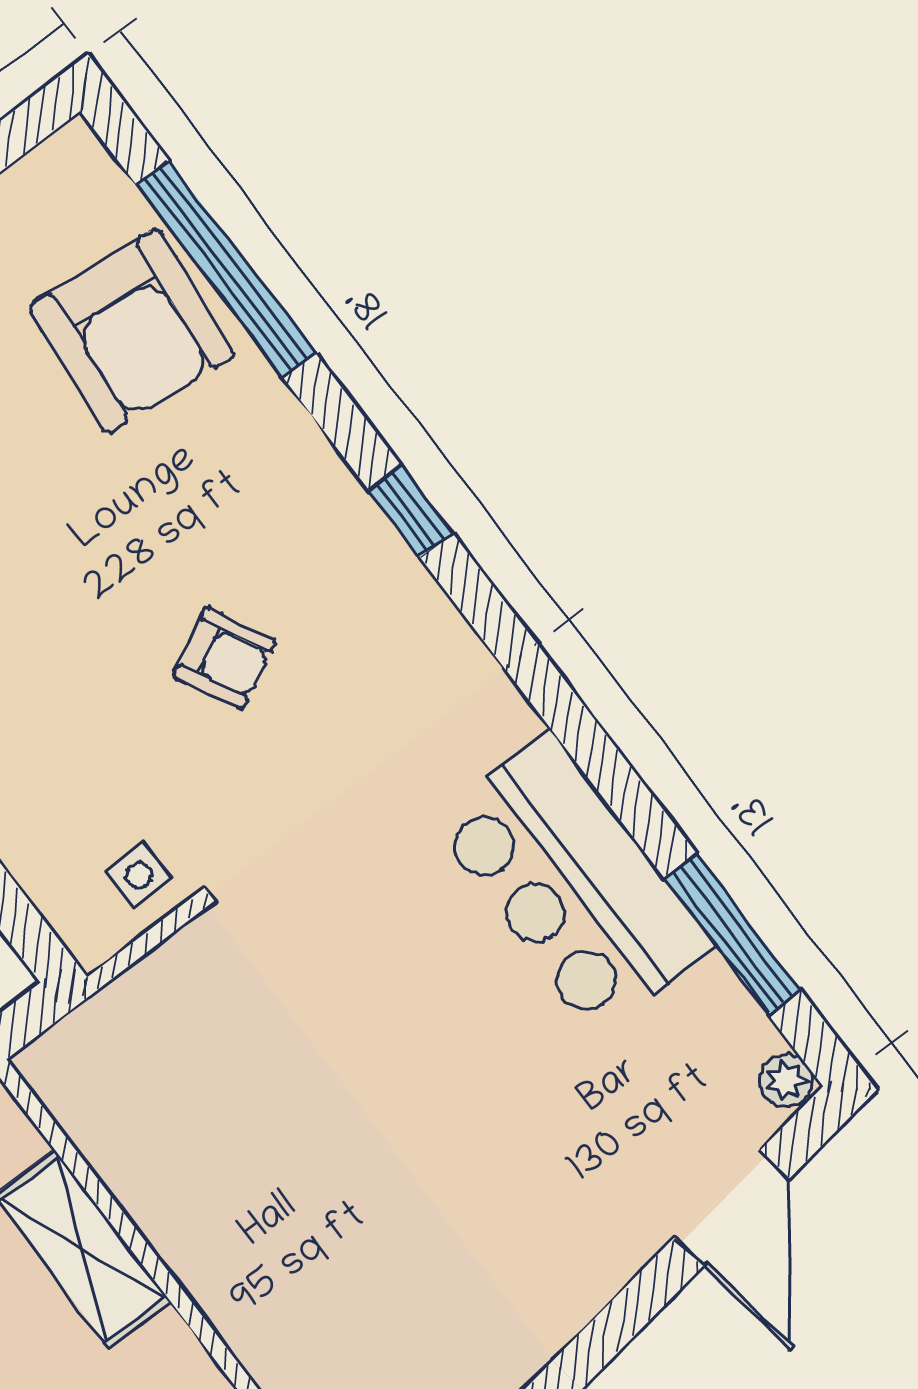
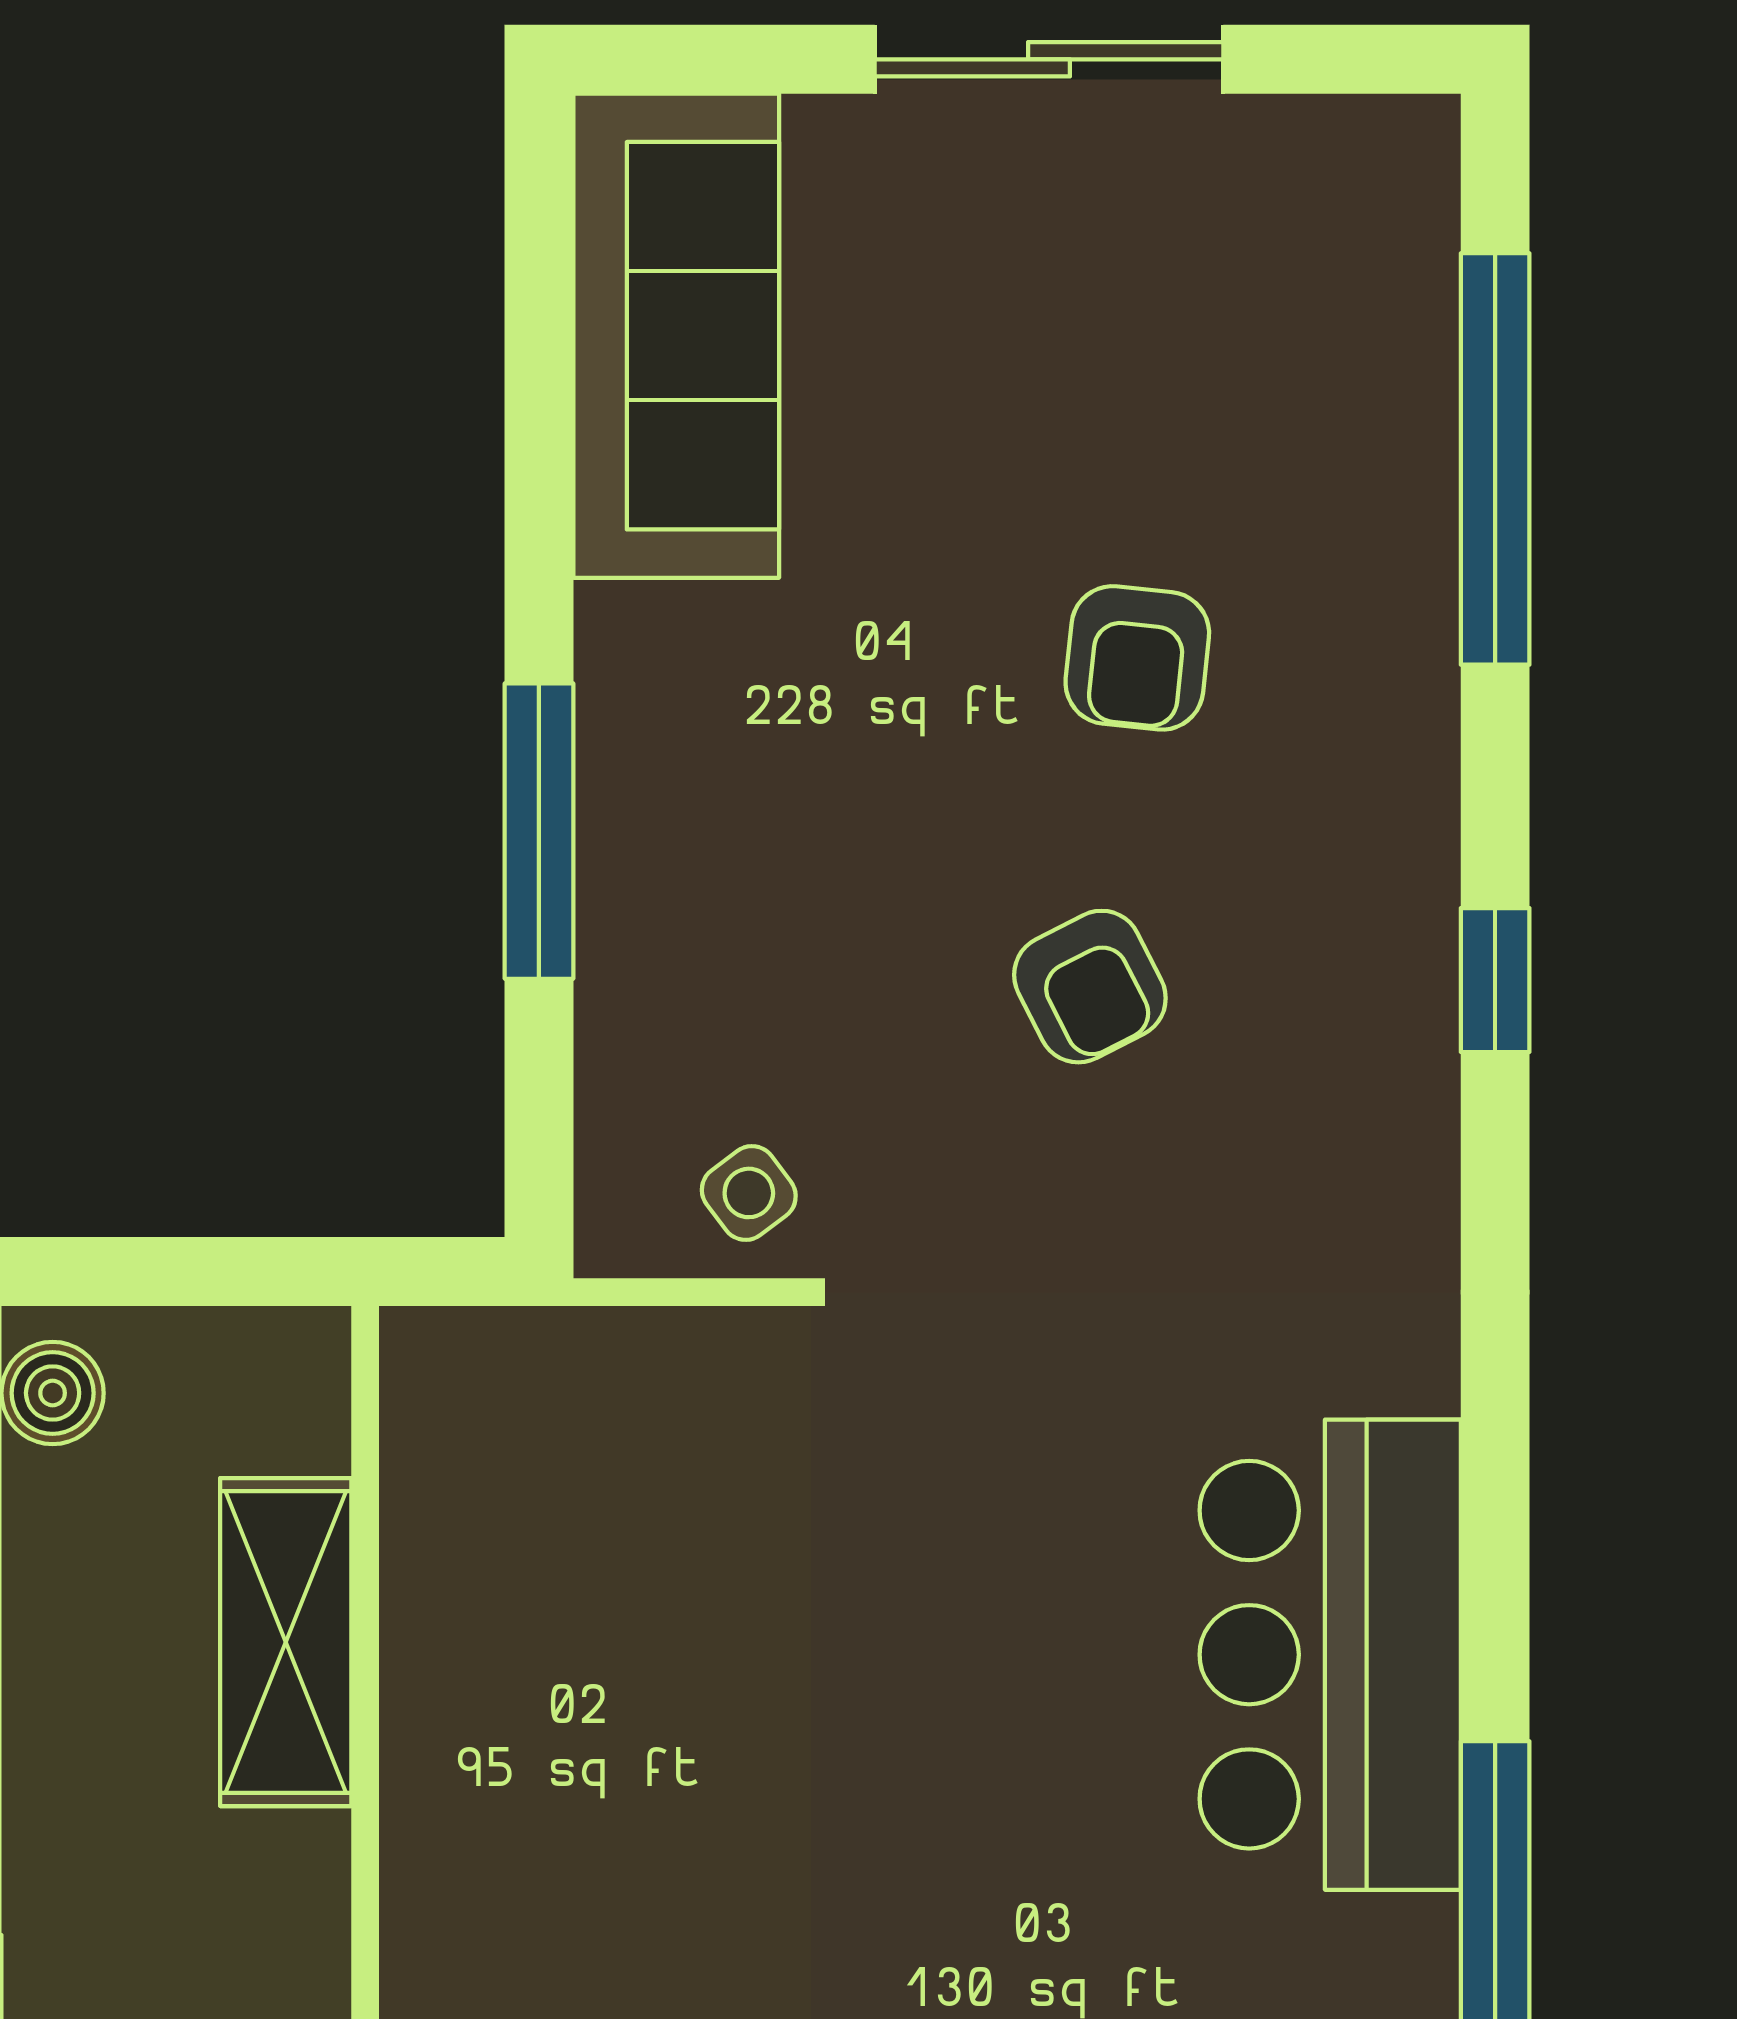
armchair: (132, 331) -> (1137, 658), moved, width x0.53, depth x0.53
side table: (139, 875) -> (749, 1193), turned -37

